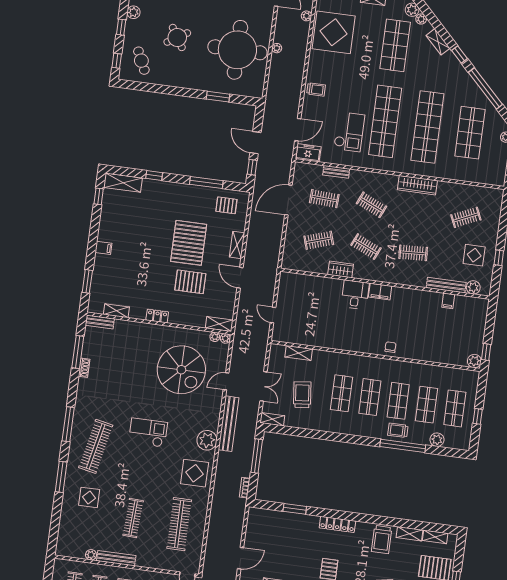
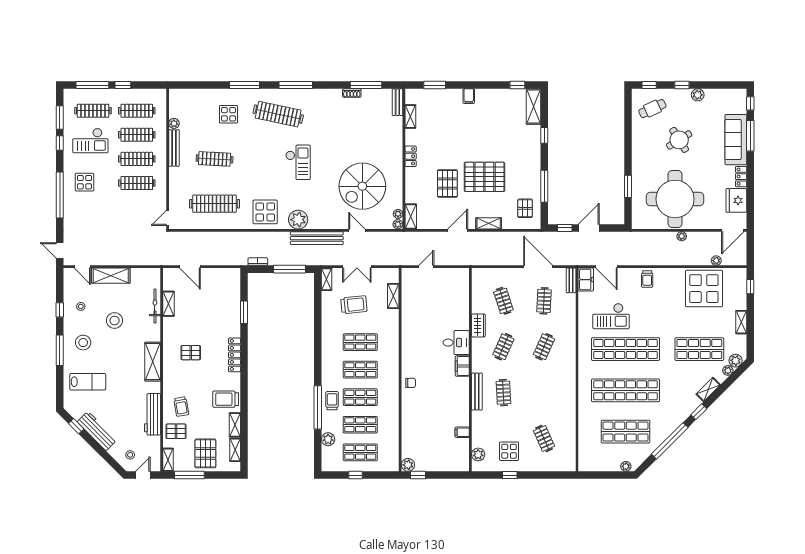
bench: (336, 172) -> (571, 280), moved
wardrobe: (417, 185) -> (569, 388), removed
bench: (446, 285) -> (477, 392), moved

